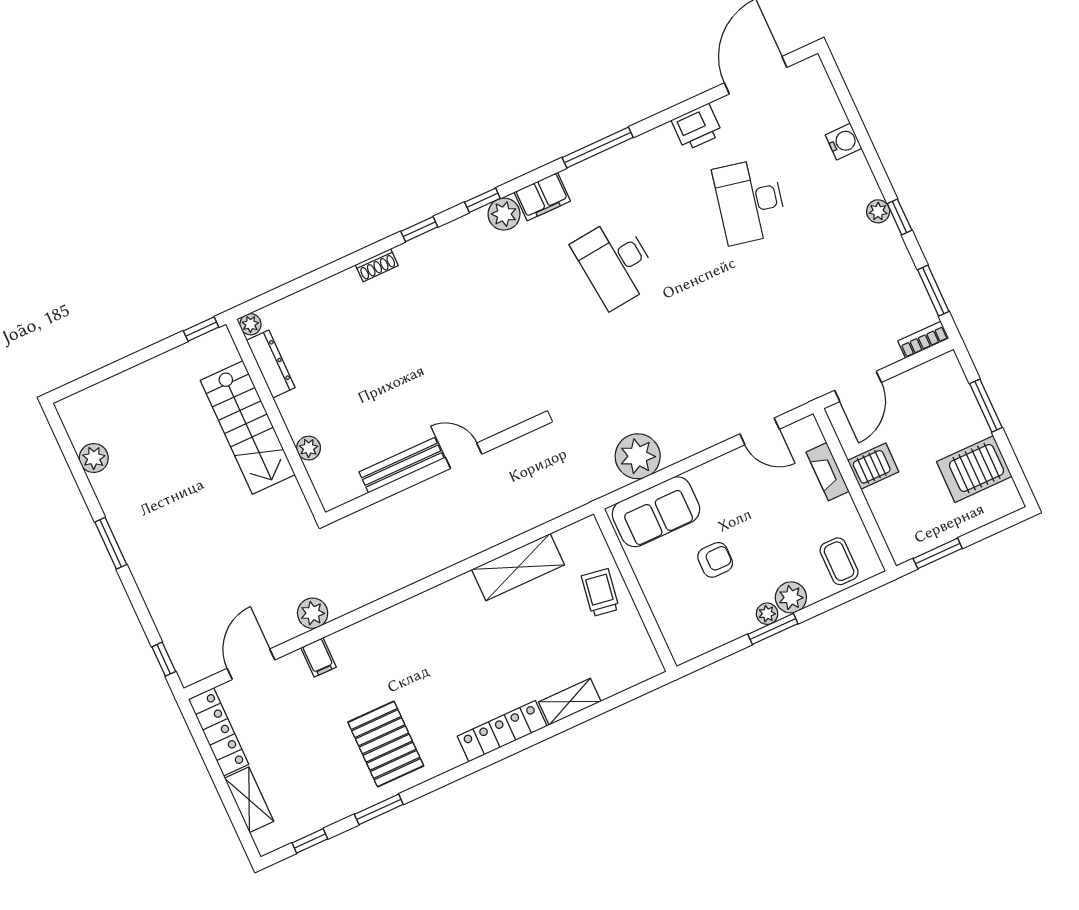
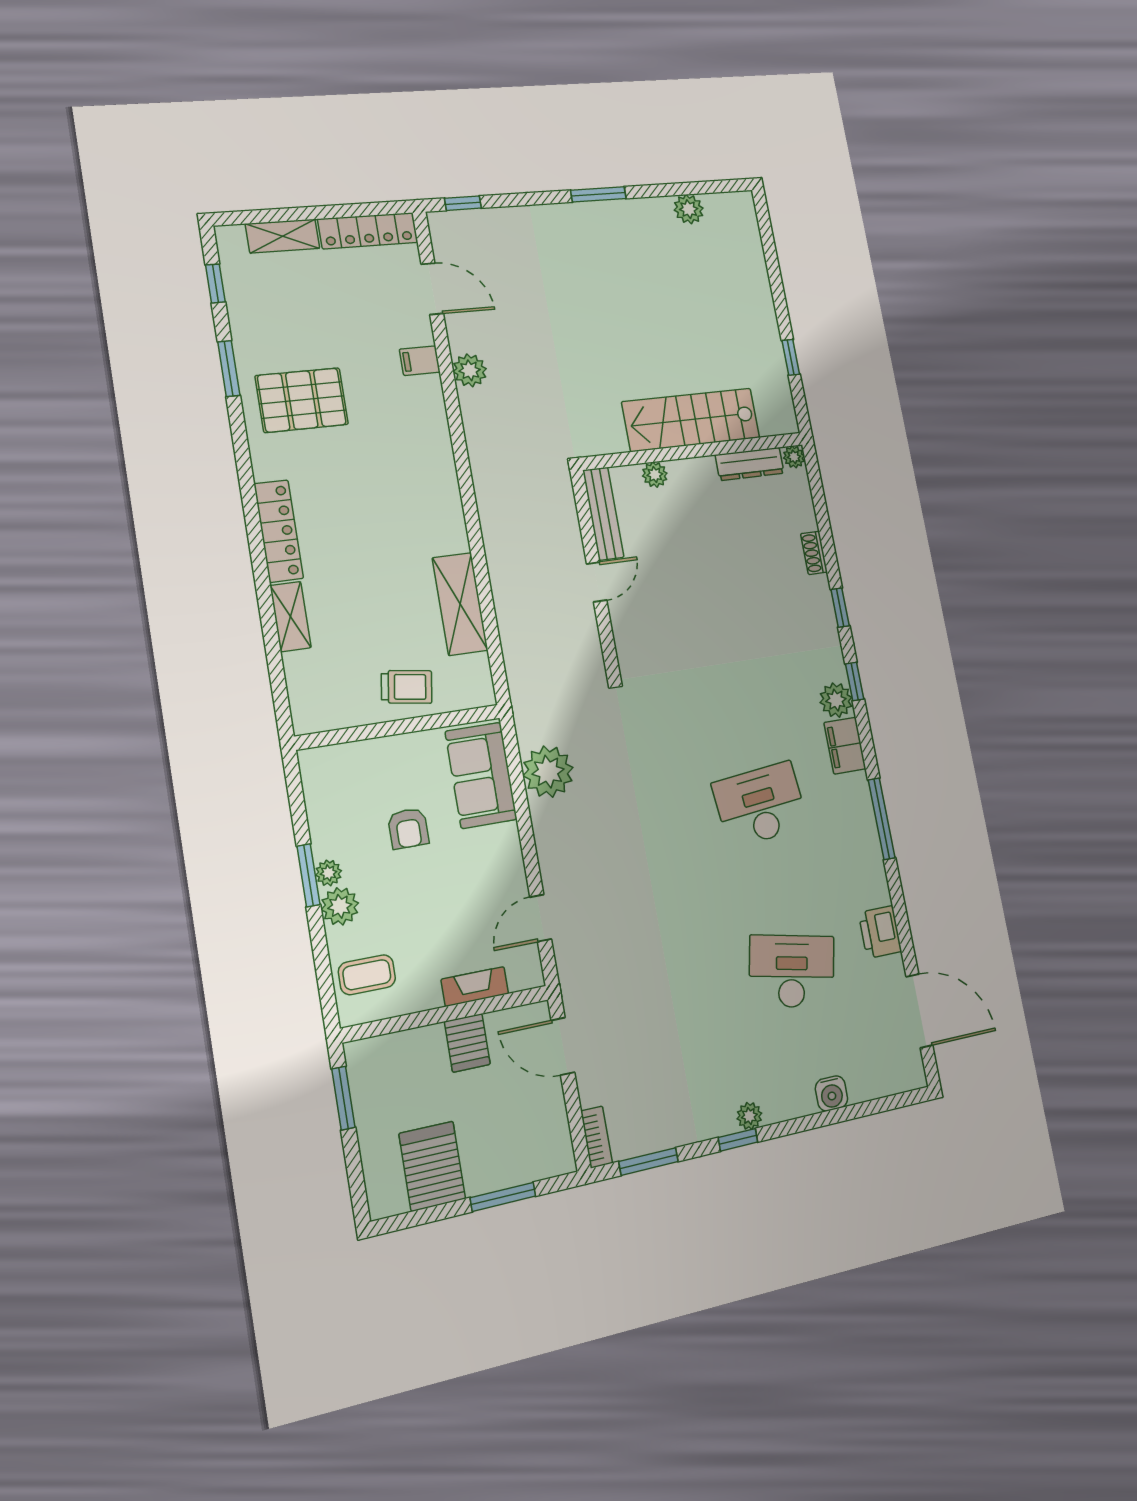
plant: (250, 324) -> (794, 457), moved
dresser: (271, 364) -> (750, 464), moved
wall: (276, 418) -> (694, 451), moved
stairs: (248, 428) -> (691, 420), moved
plant: (309, 448) -> (655, 475), moved

